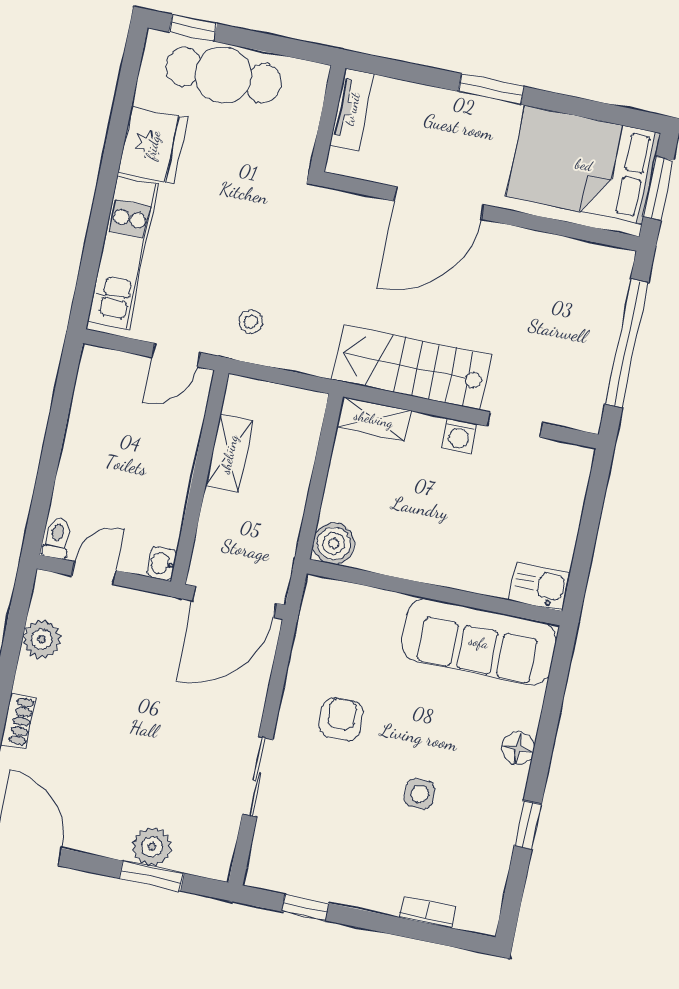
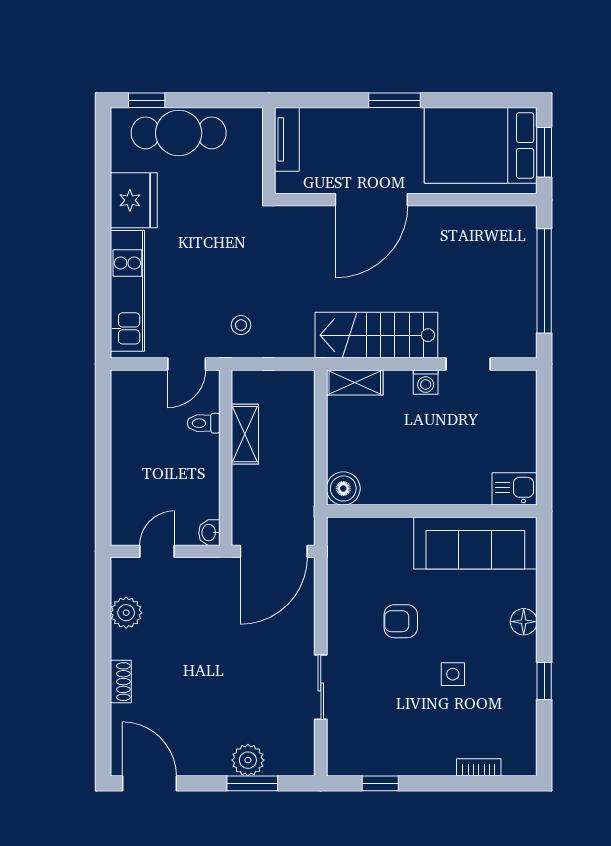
toilet: (57, 538) -> (204, 423), moved, turned -90
armchair: (341, 719) -> (401, 621), moved, turned -90

